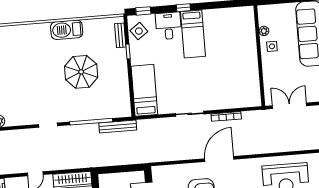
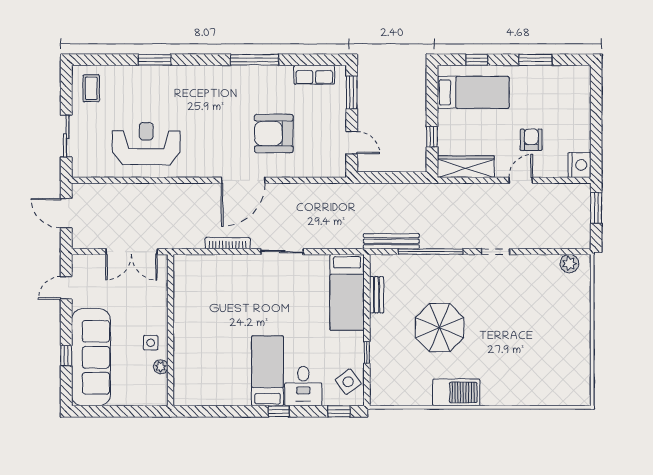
bench: (120, 35) -> (377, 295), moved

